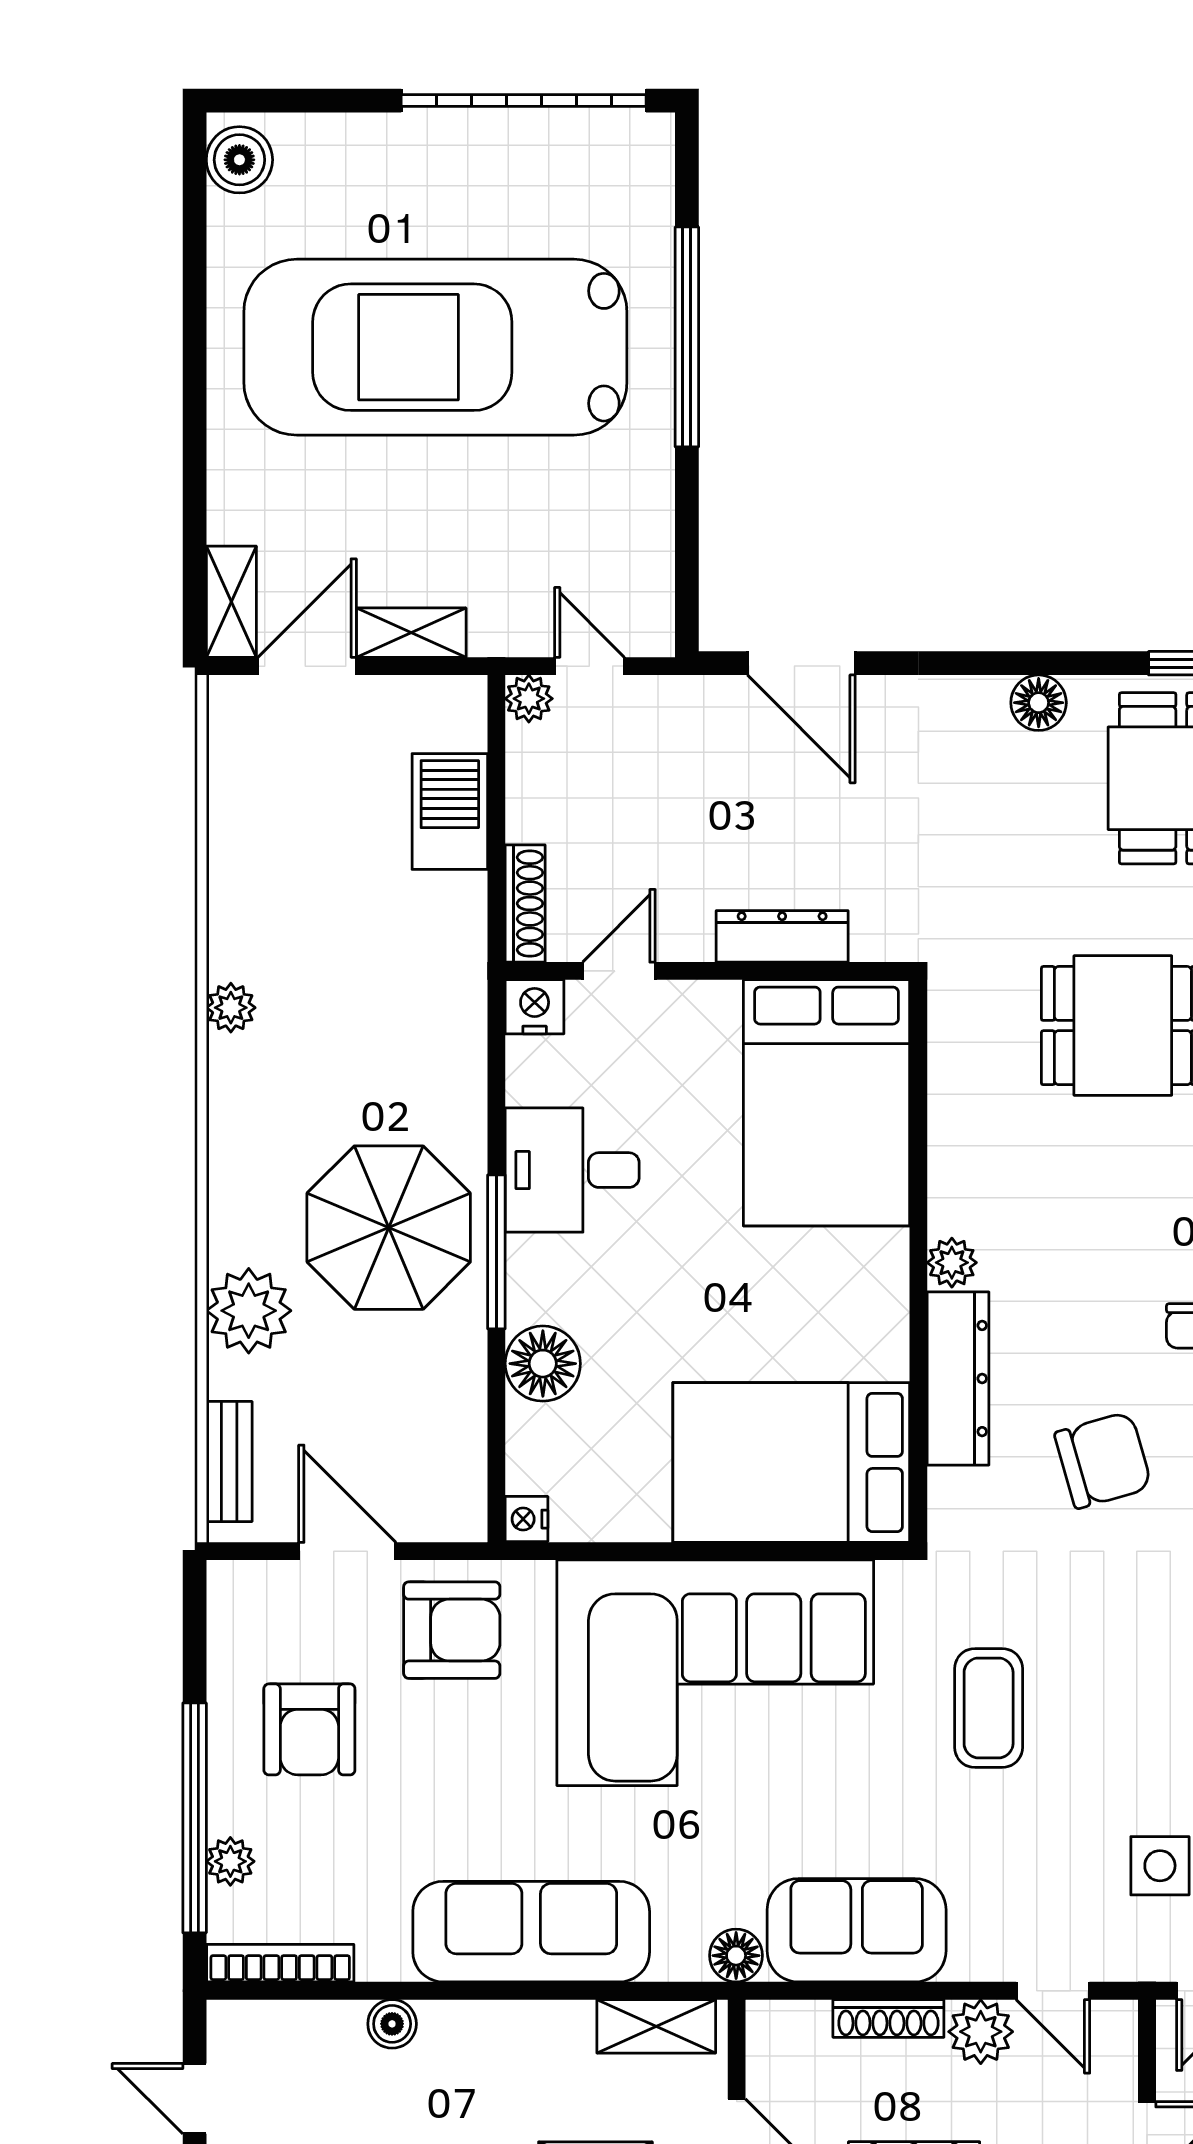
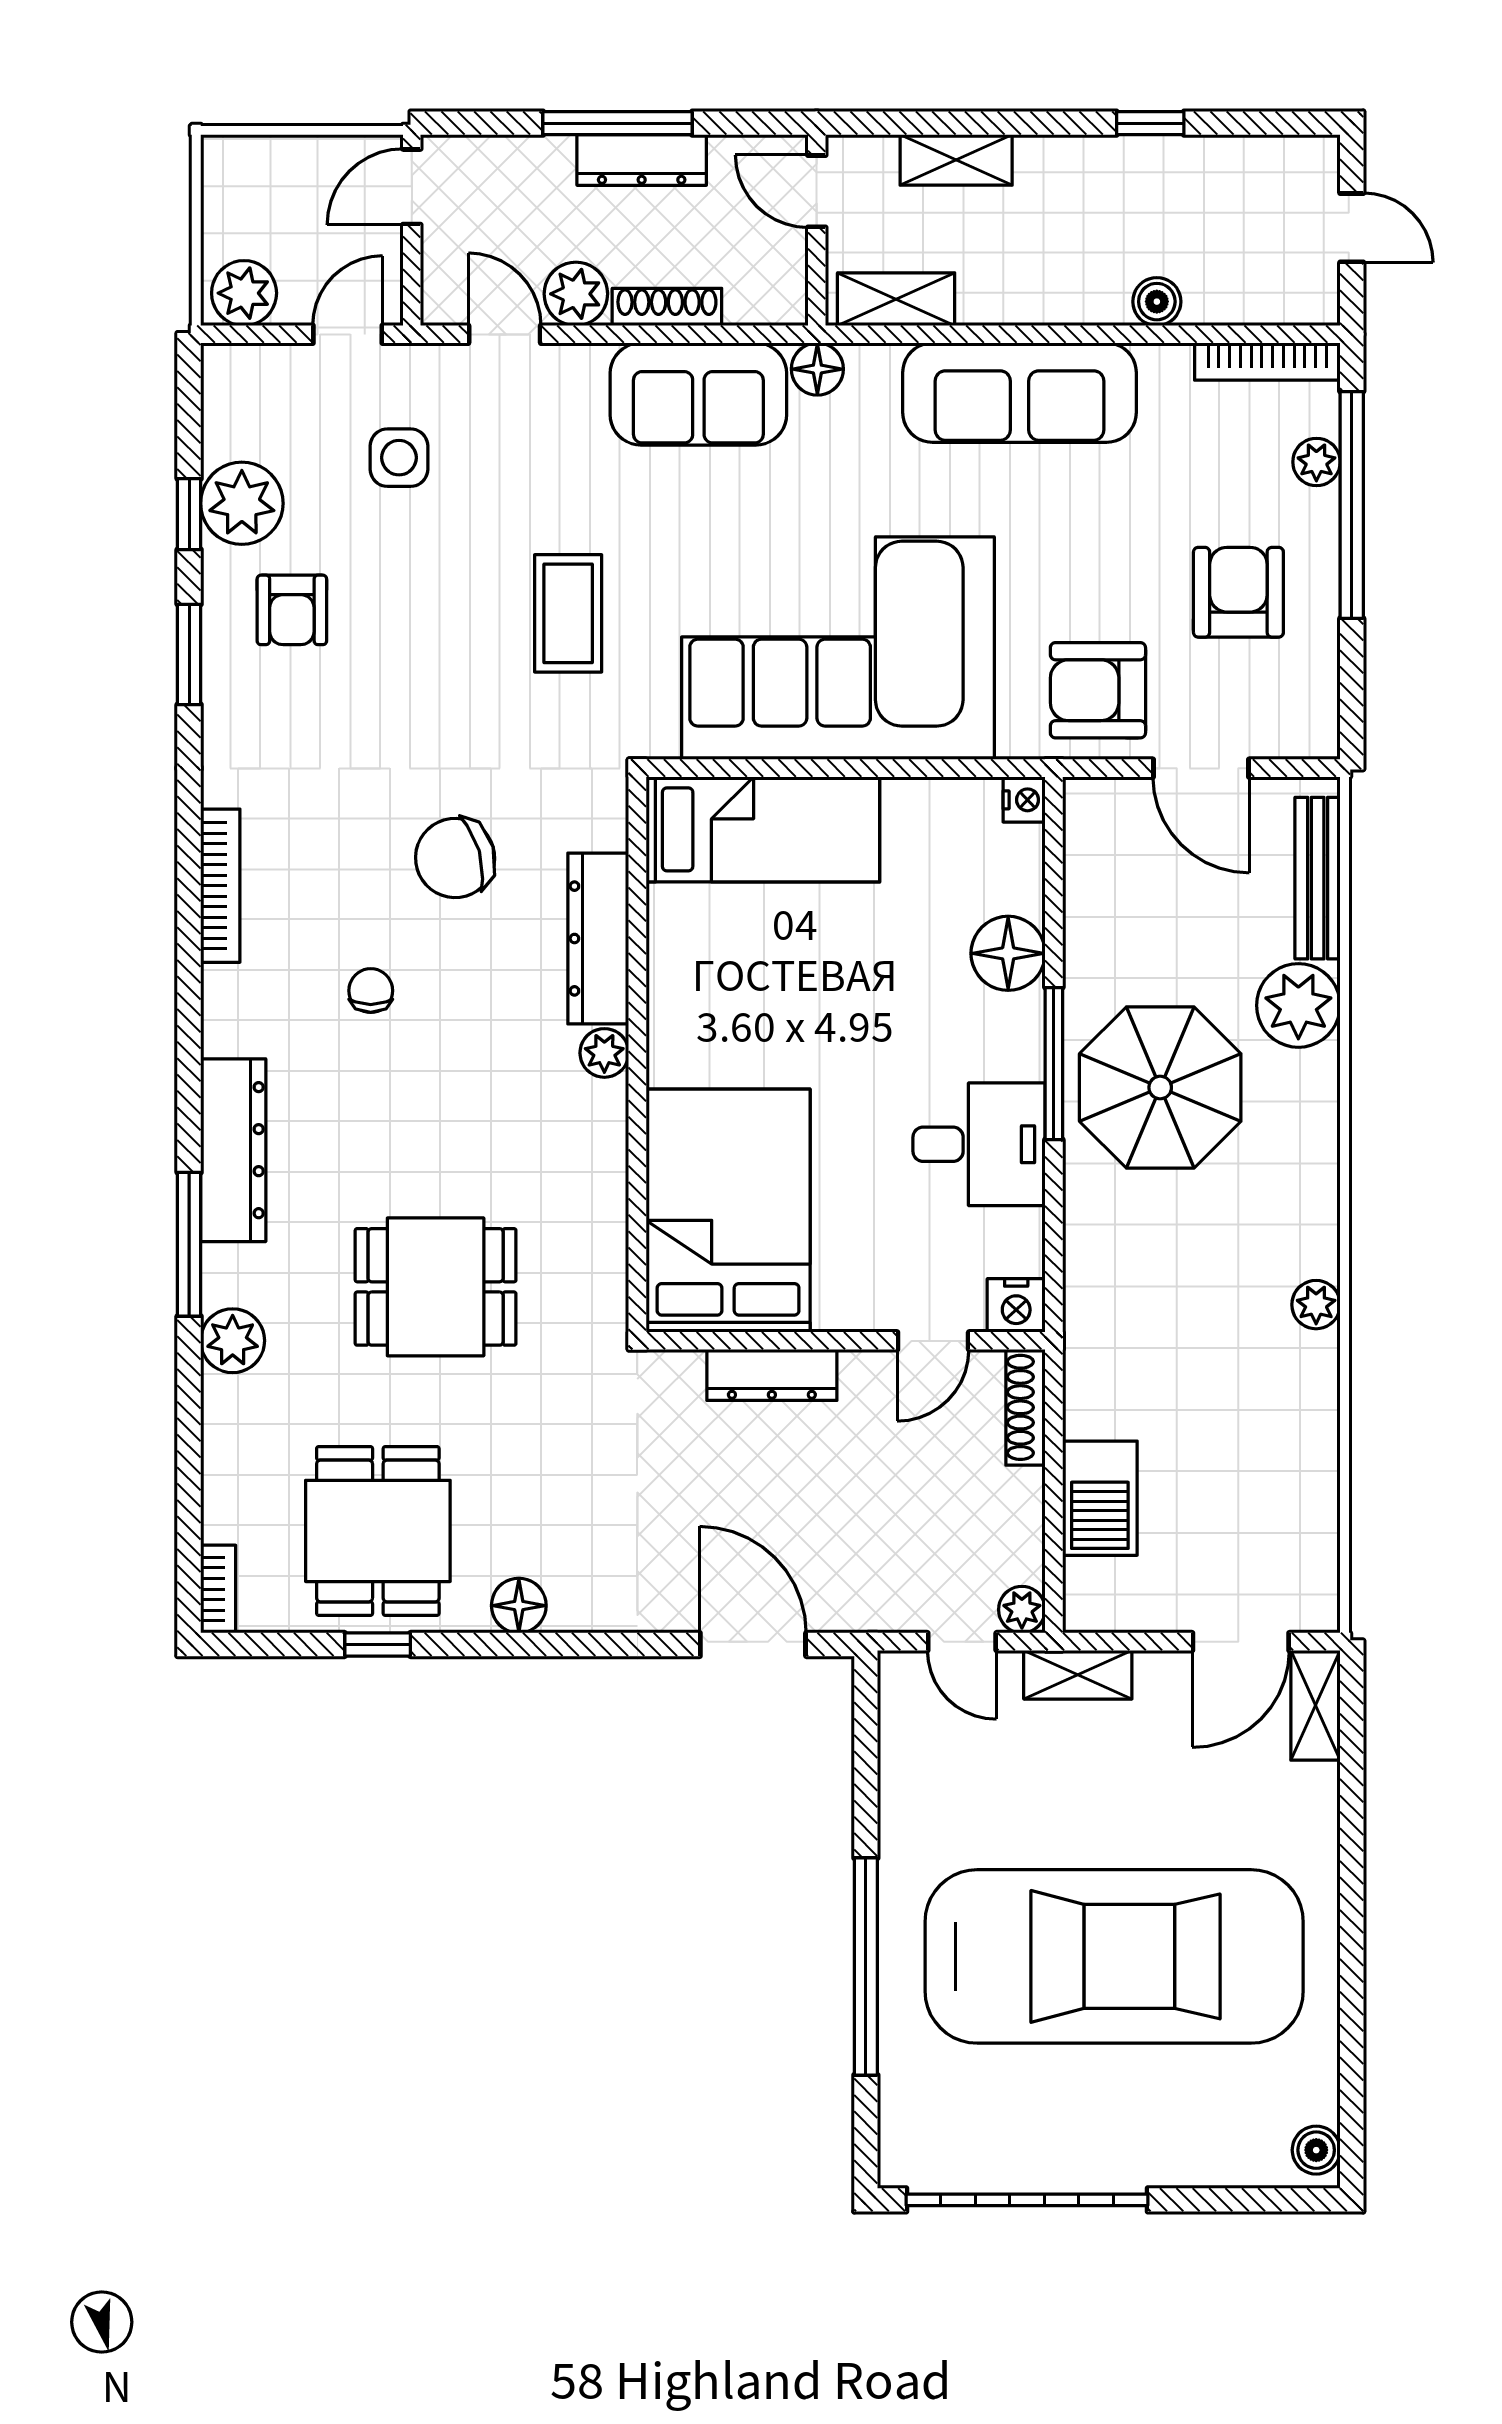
boiler: (239, 160) -> (1316, 2150), width x0.73, depth x0.73
shelving: (411, 633) -> (1078, 1675), moved
bench: (229, 1462) -> (1318, 878), width x1.36
bed: (791, 1462) -> (763, 829), width x0.67

